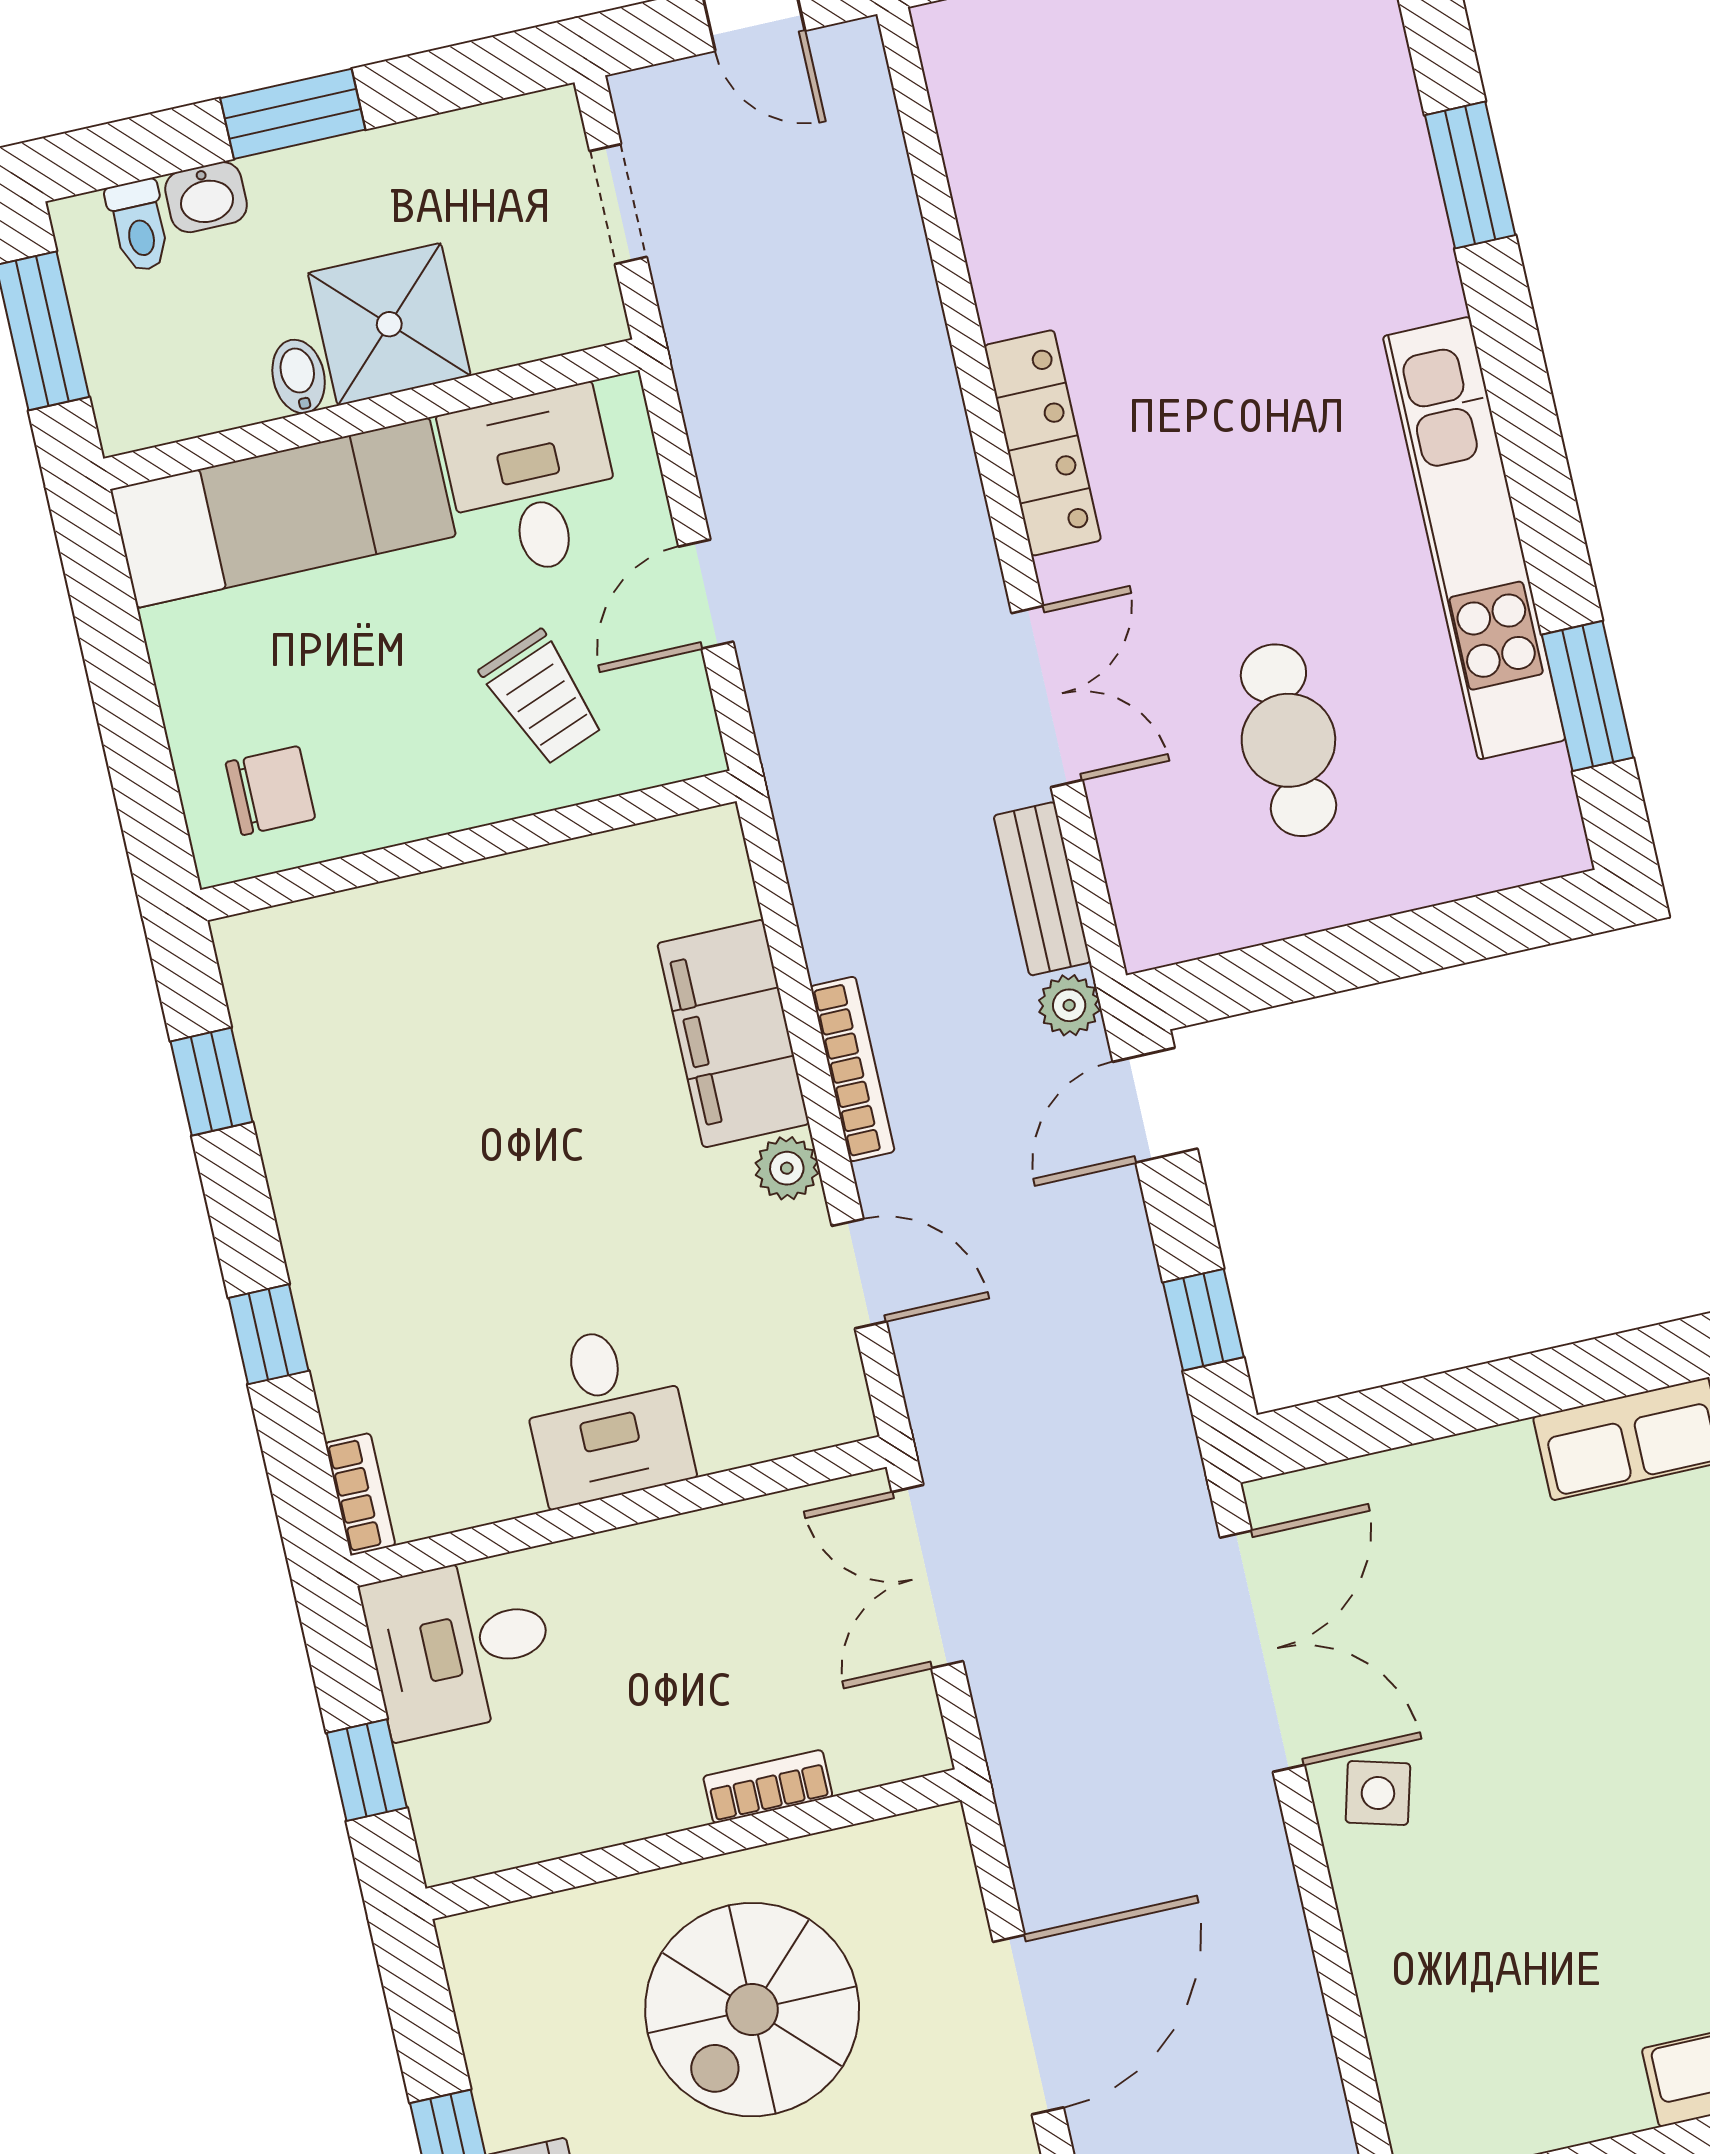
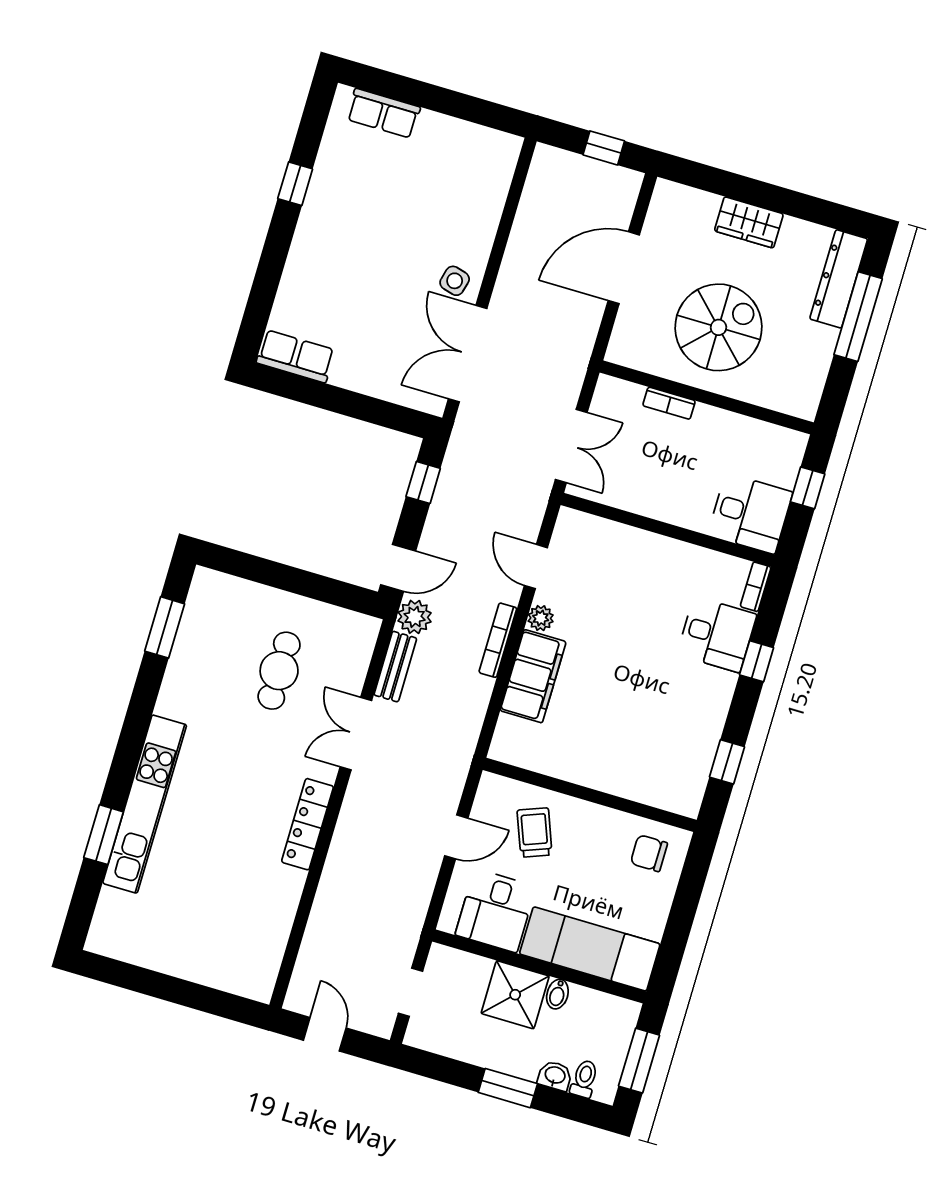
kitchen unit: (1474, 538) -> (145, 804), moved
plant: (1069, 1005) -> (415, 617), width x1.38, depth x1.38
desk: (606, 1414) -> (717, 634), moved, turned 90

